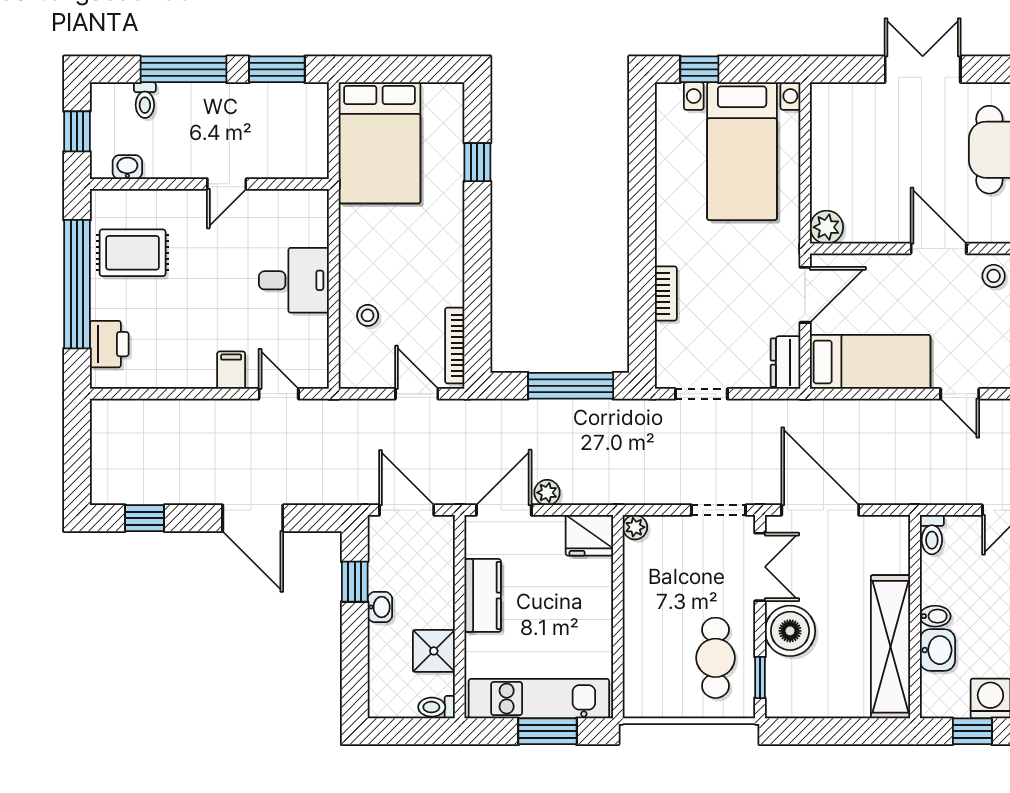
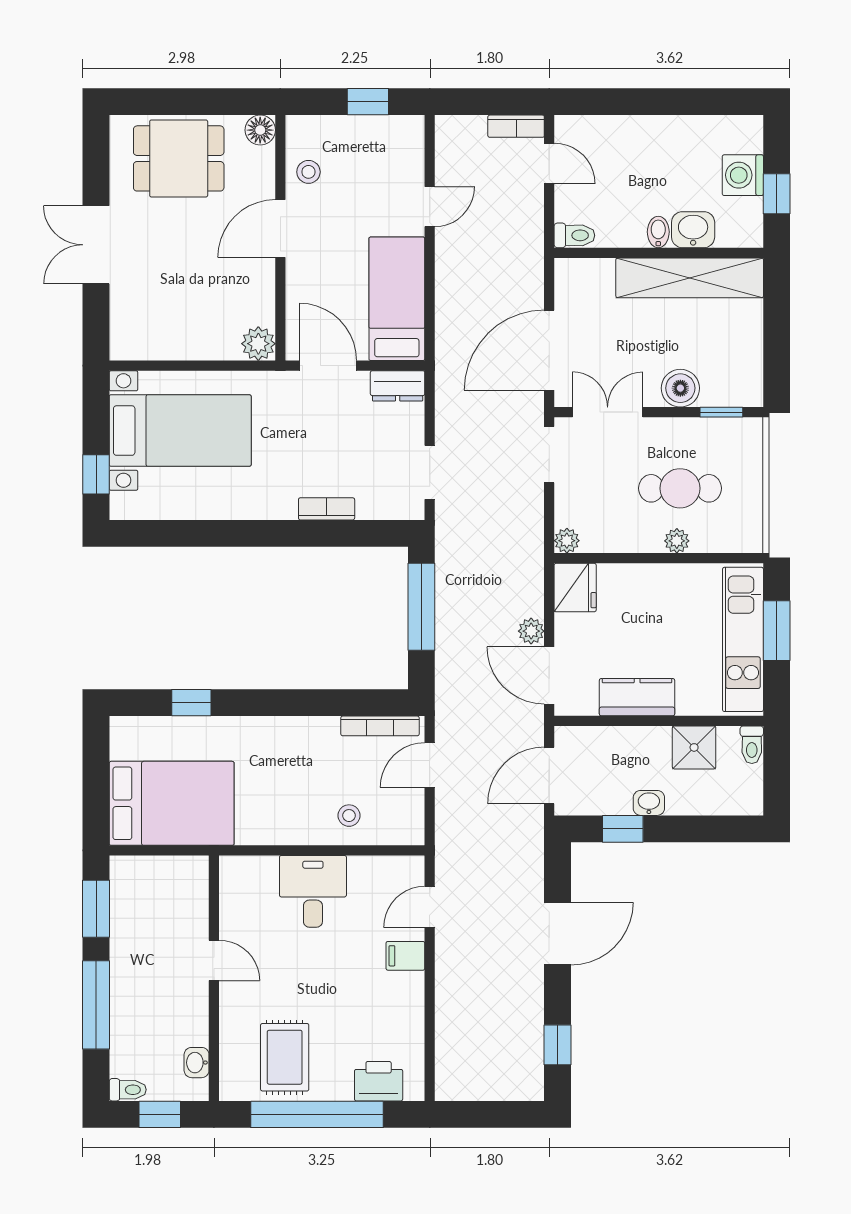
toilet: (145, 100) -> (128, 1090), moved
boiler: (790, 631) -> (680, 388), width x0.73, depth x0.73
plant: (635, 634) -> (677, 541), added
cafe table: (716, 658) -> (680, 488), moved

